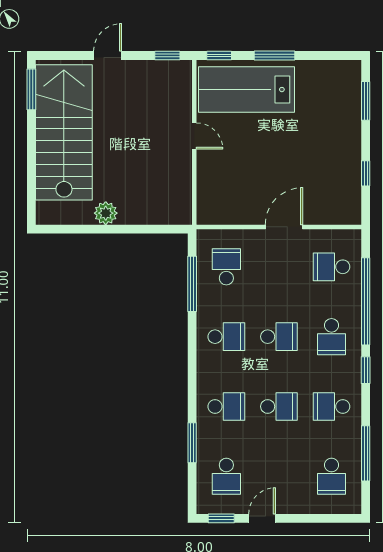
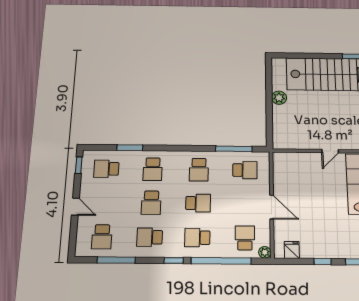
window: (366, 173) -> (323, 262), moved
fridge: (349, 198) -> (292, 250), added
plant: (353, 238) -> (265, 252), added
school desk: (279, 337) -> (198, 203), turned -90
school desk: (331, 406) -> (150, 237), turned -90
school desk: (331, 476) -> (102, 237), turned -90
door: (262, 518) -> (75, 207), moved

